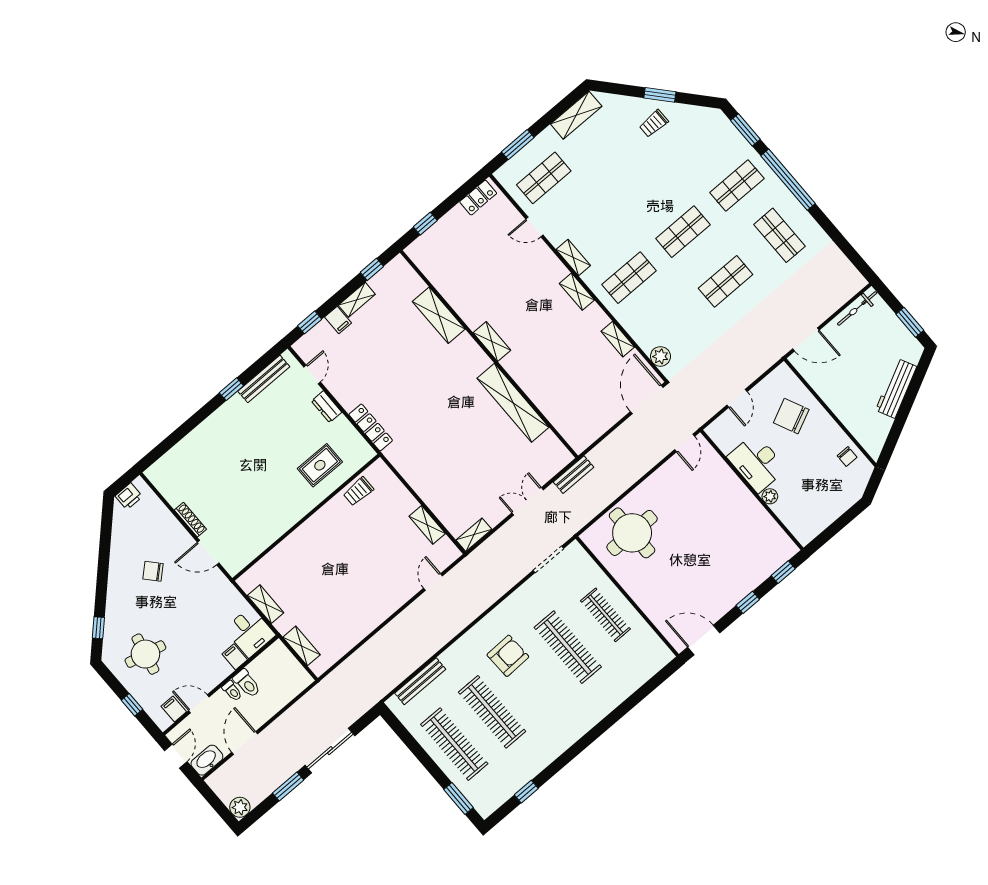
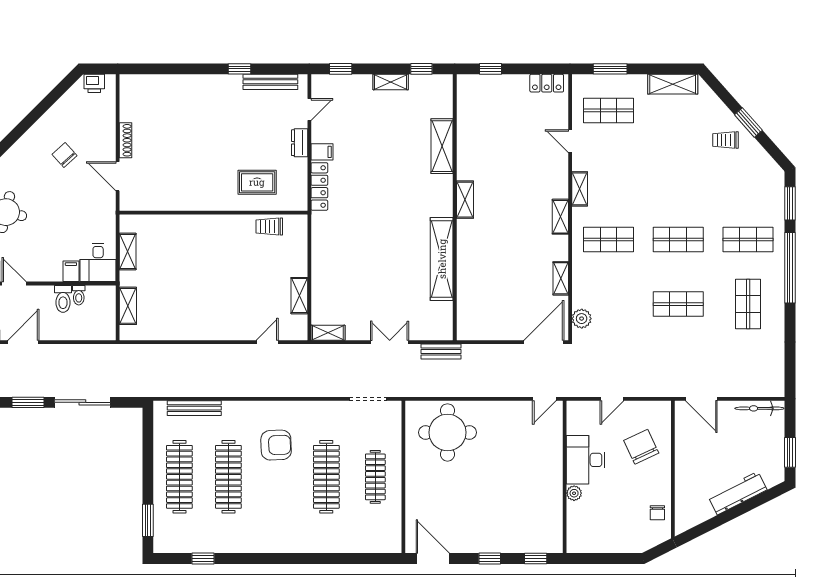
filing cabinet: (338, 320) -> (322, 152), moved, turned -90
toilet: (232, 691) -> (79, 295), moved

